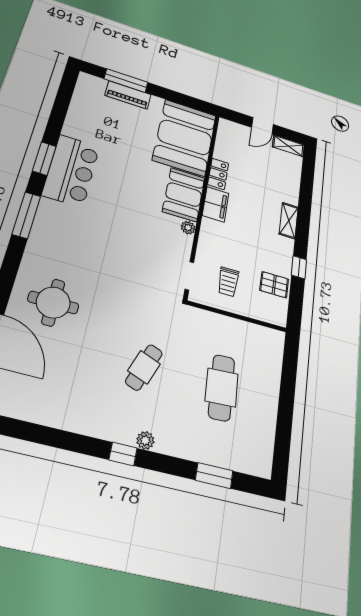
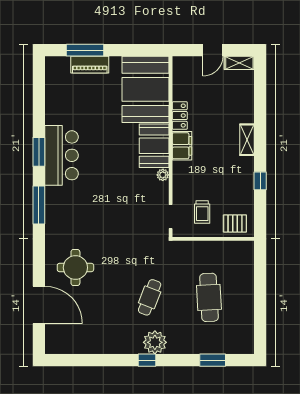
pallet: (274, 285) -> (235, 223), moved
plant: (145, 440) -> (155, 342), width x1.88, depth x1.88

